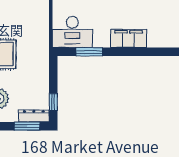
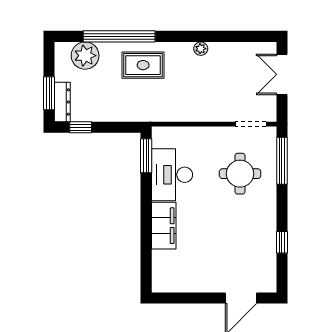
desk: (72, 32) -> (172, 175), moved
window: (89, 52) -> (146, 156), moved

